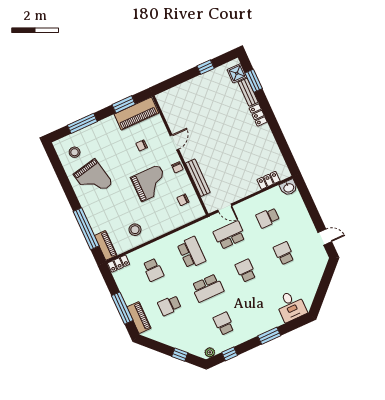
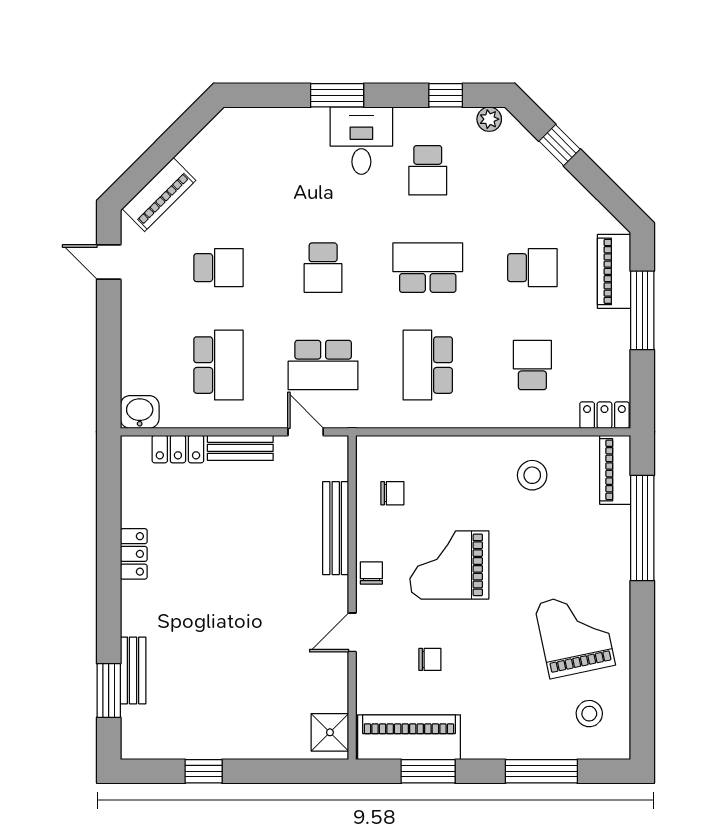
shower: (237, 73) -> (330, 732), moved
locker: (258, 115) -> (134, 554), moved
bench: (246, 191) -> (240, 448), added
school desk: (268, 218) -> (218, 365), width x1.85
school desk: (284, 253) -> (218, 268), turned -90
piano: (318, 270) -> (159, 195), added
desk: (291, 306) -> (361, 141), moved

